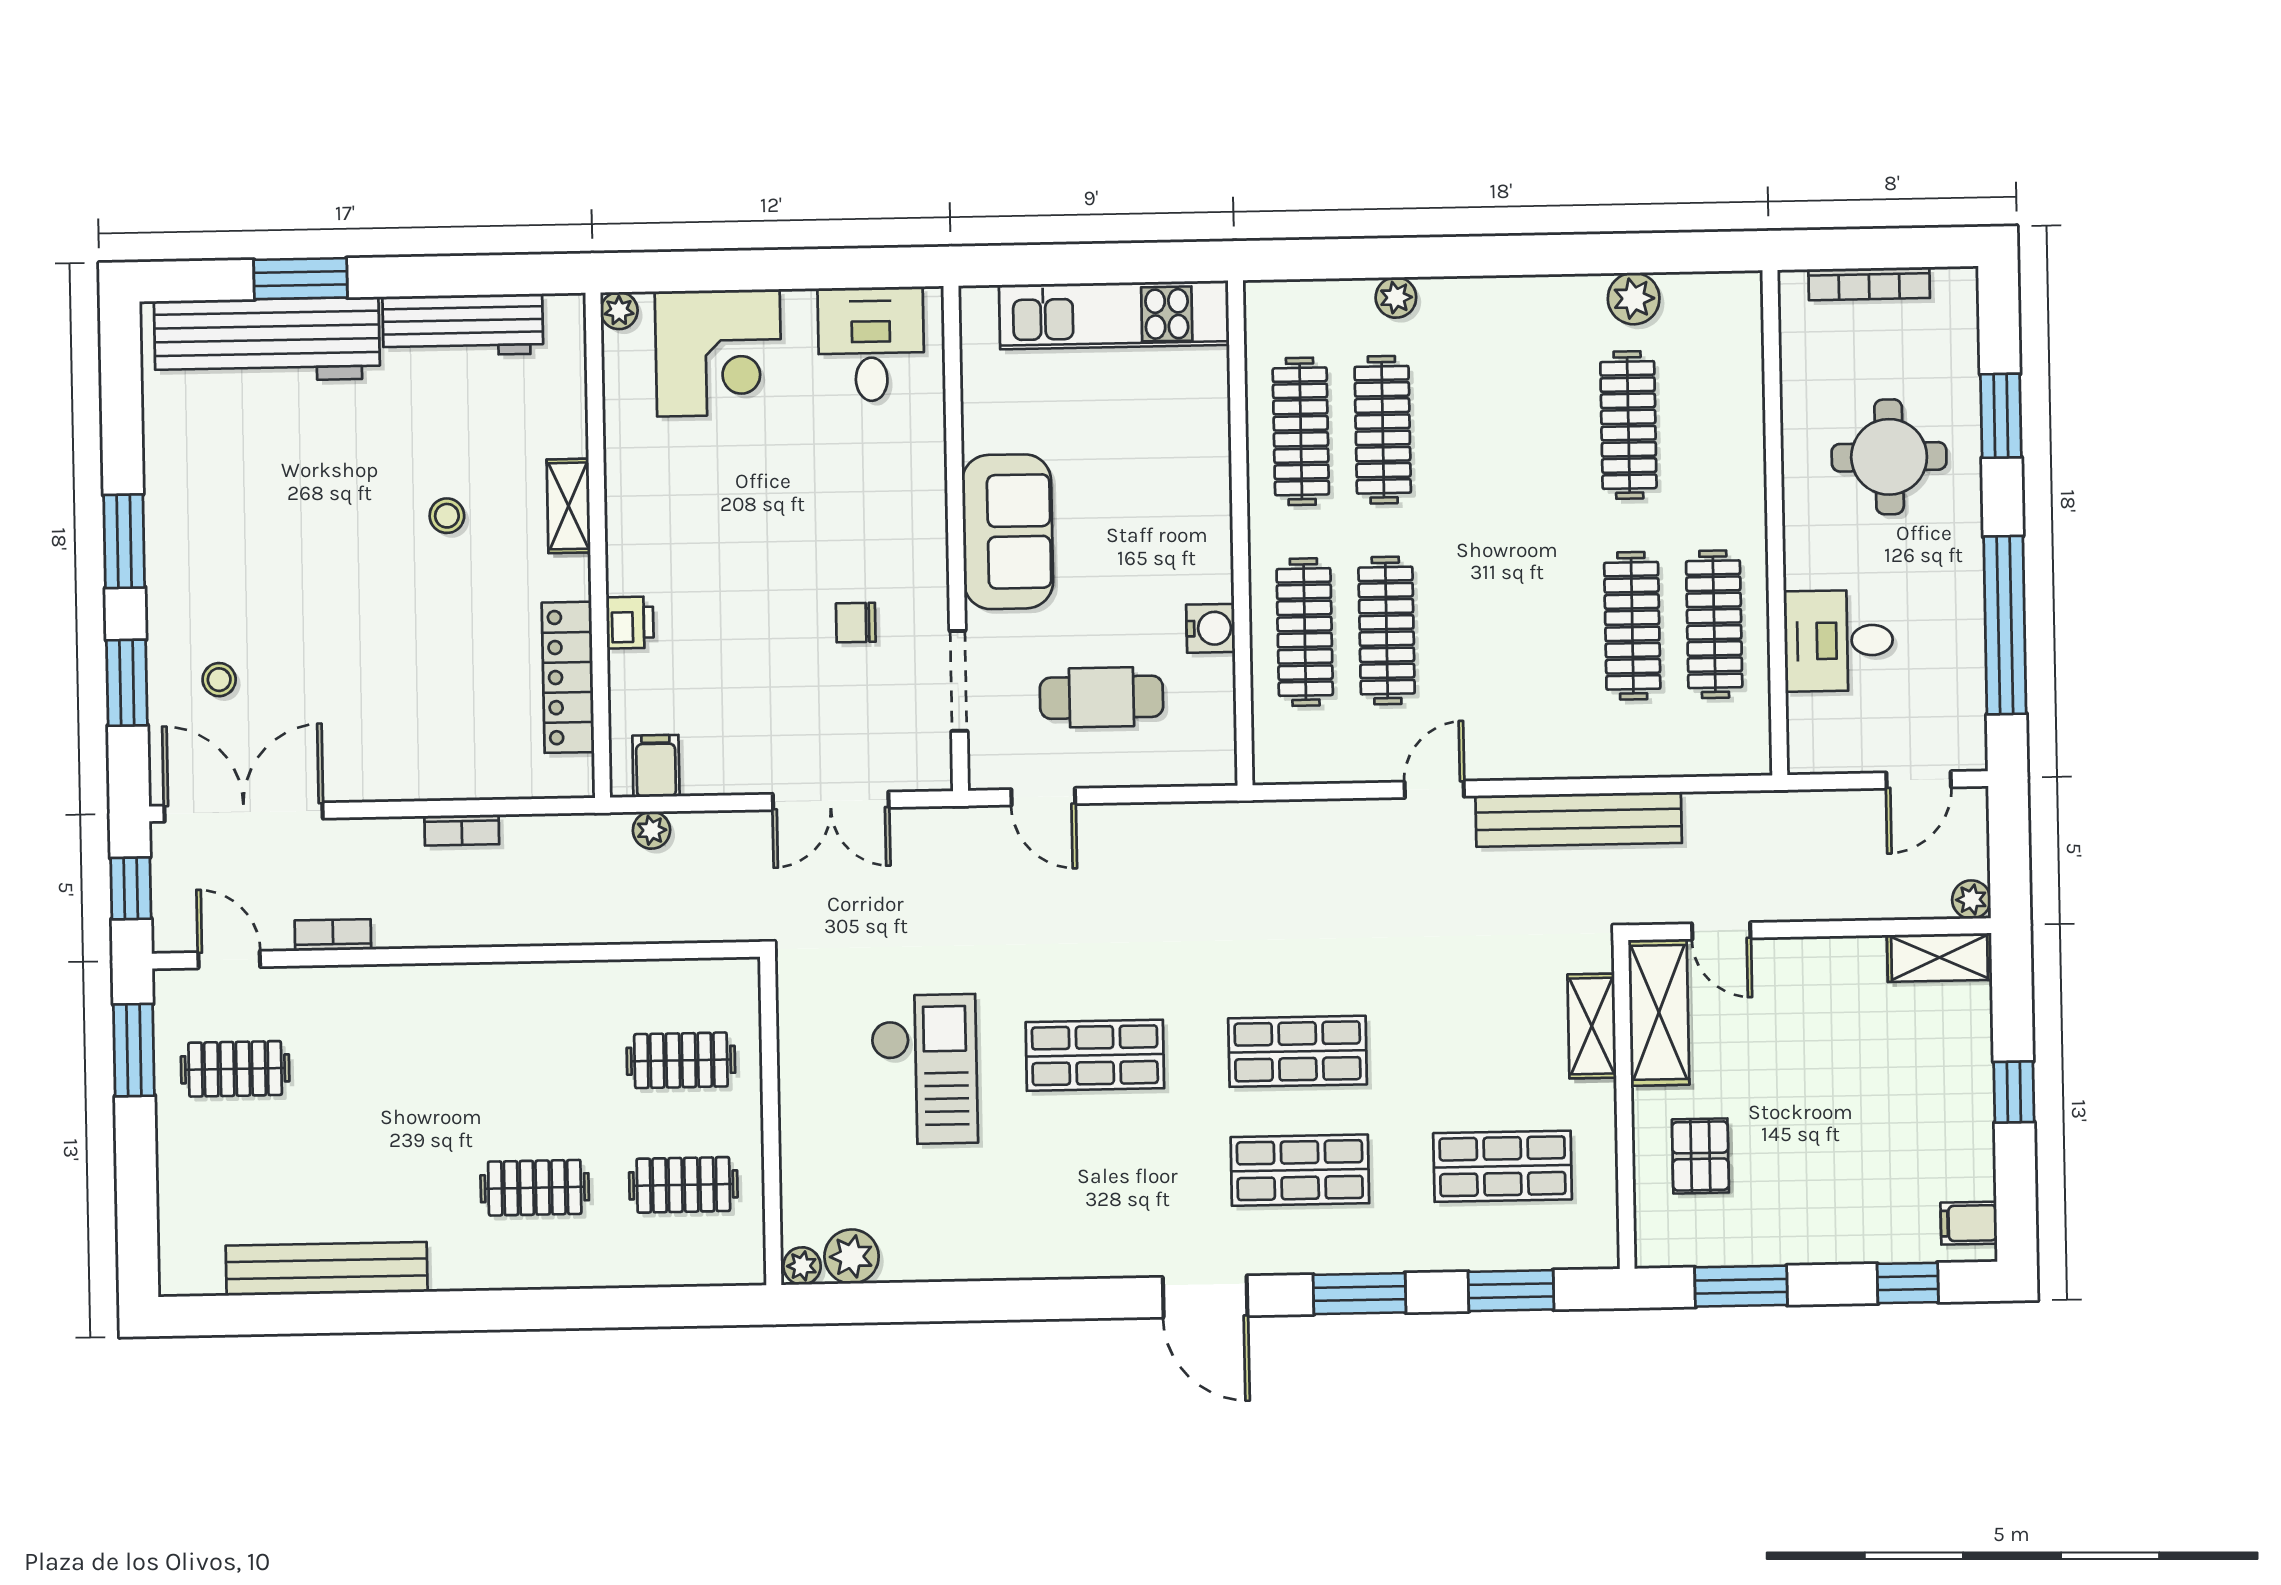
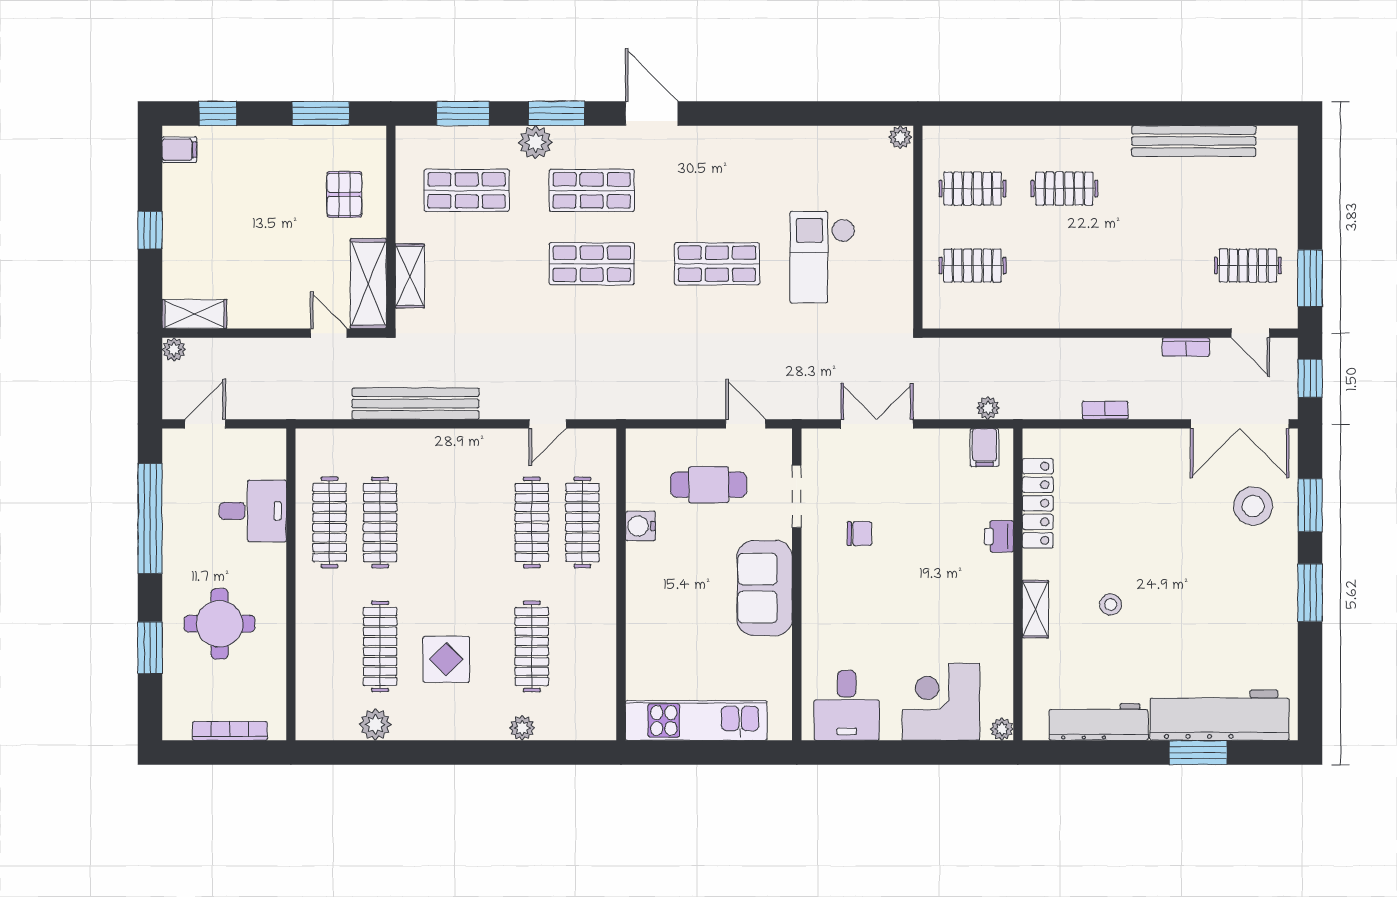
display table: (1521, 406) -> (446, 659), added
clothes rail: (1301, 431) -> (582, 646), removed
stool: (219, 680) -> (1253, 506), width x1.89, depth x1.89
door: (1434, 789) -> (548, 424), moved
plant: (852, 1257) -> (536, 142), moved

